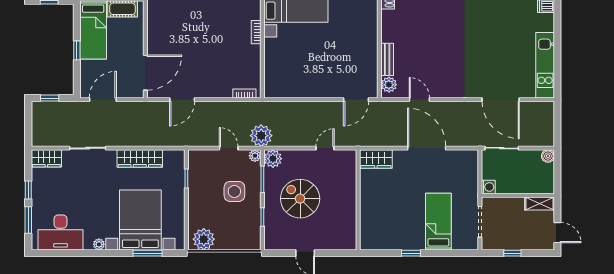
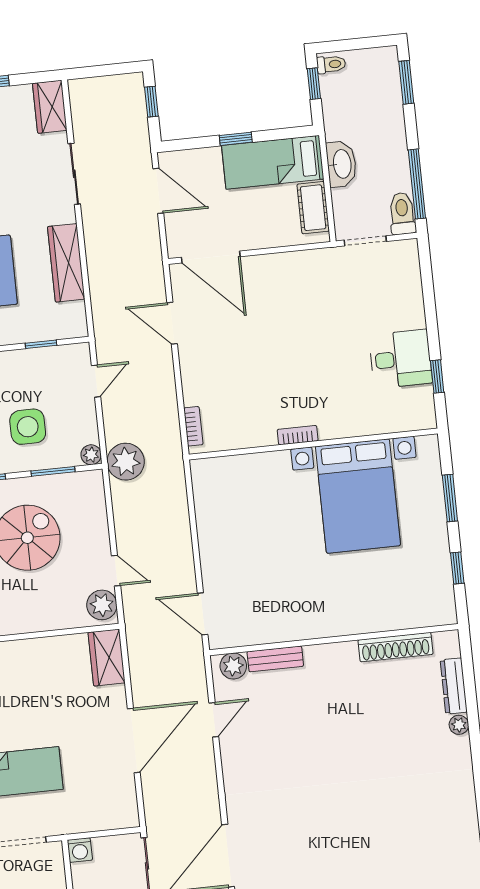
door: (229, 148) -> (96, 381), moved
plant: (273, 159) -> (102, 605), moved

